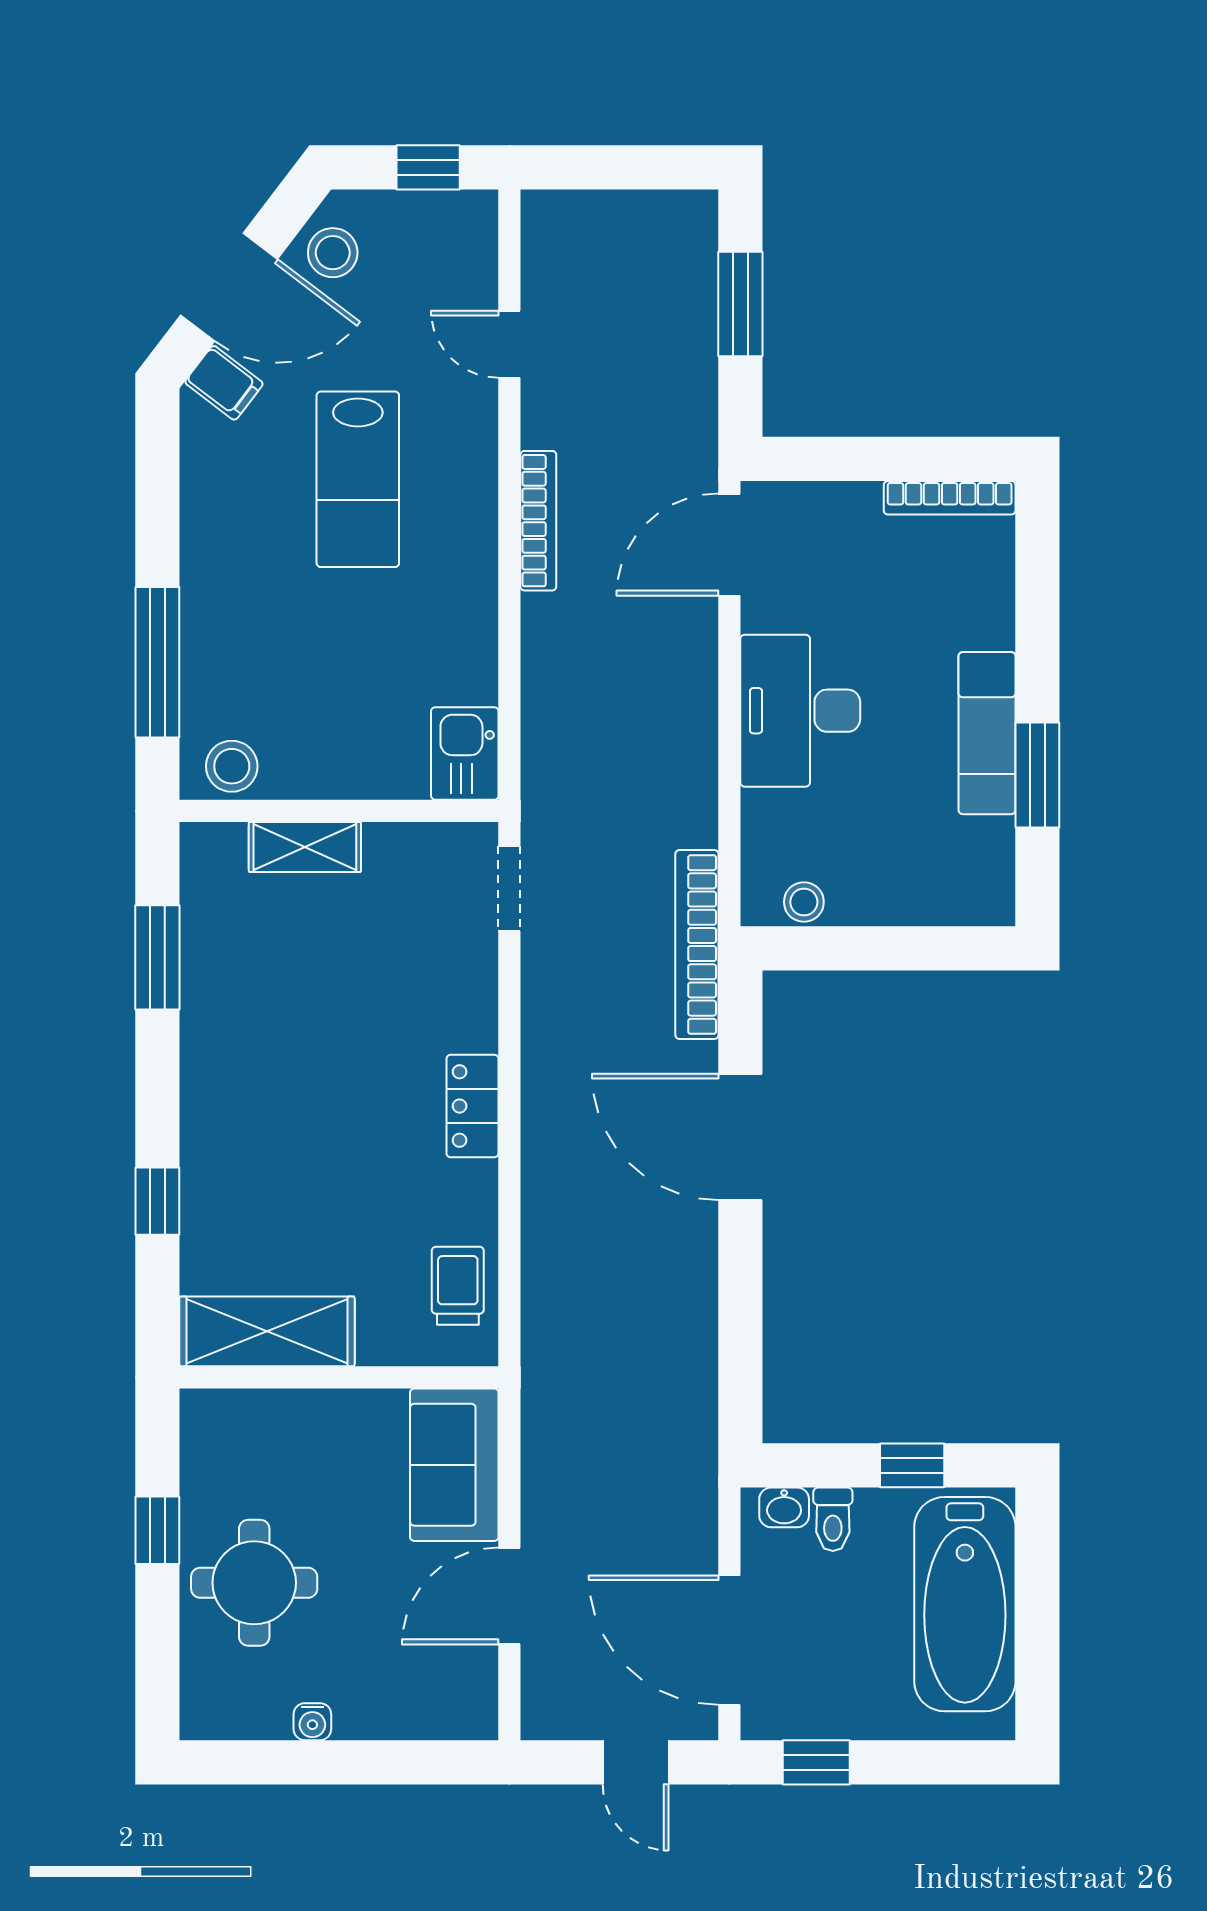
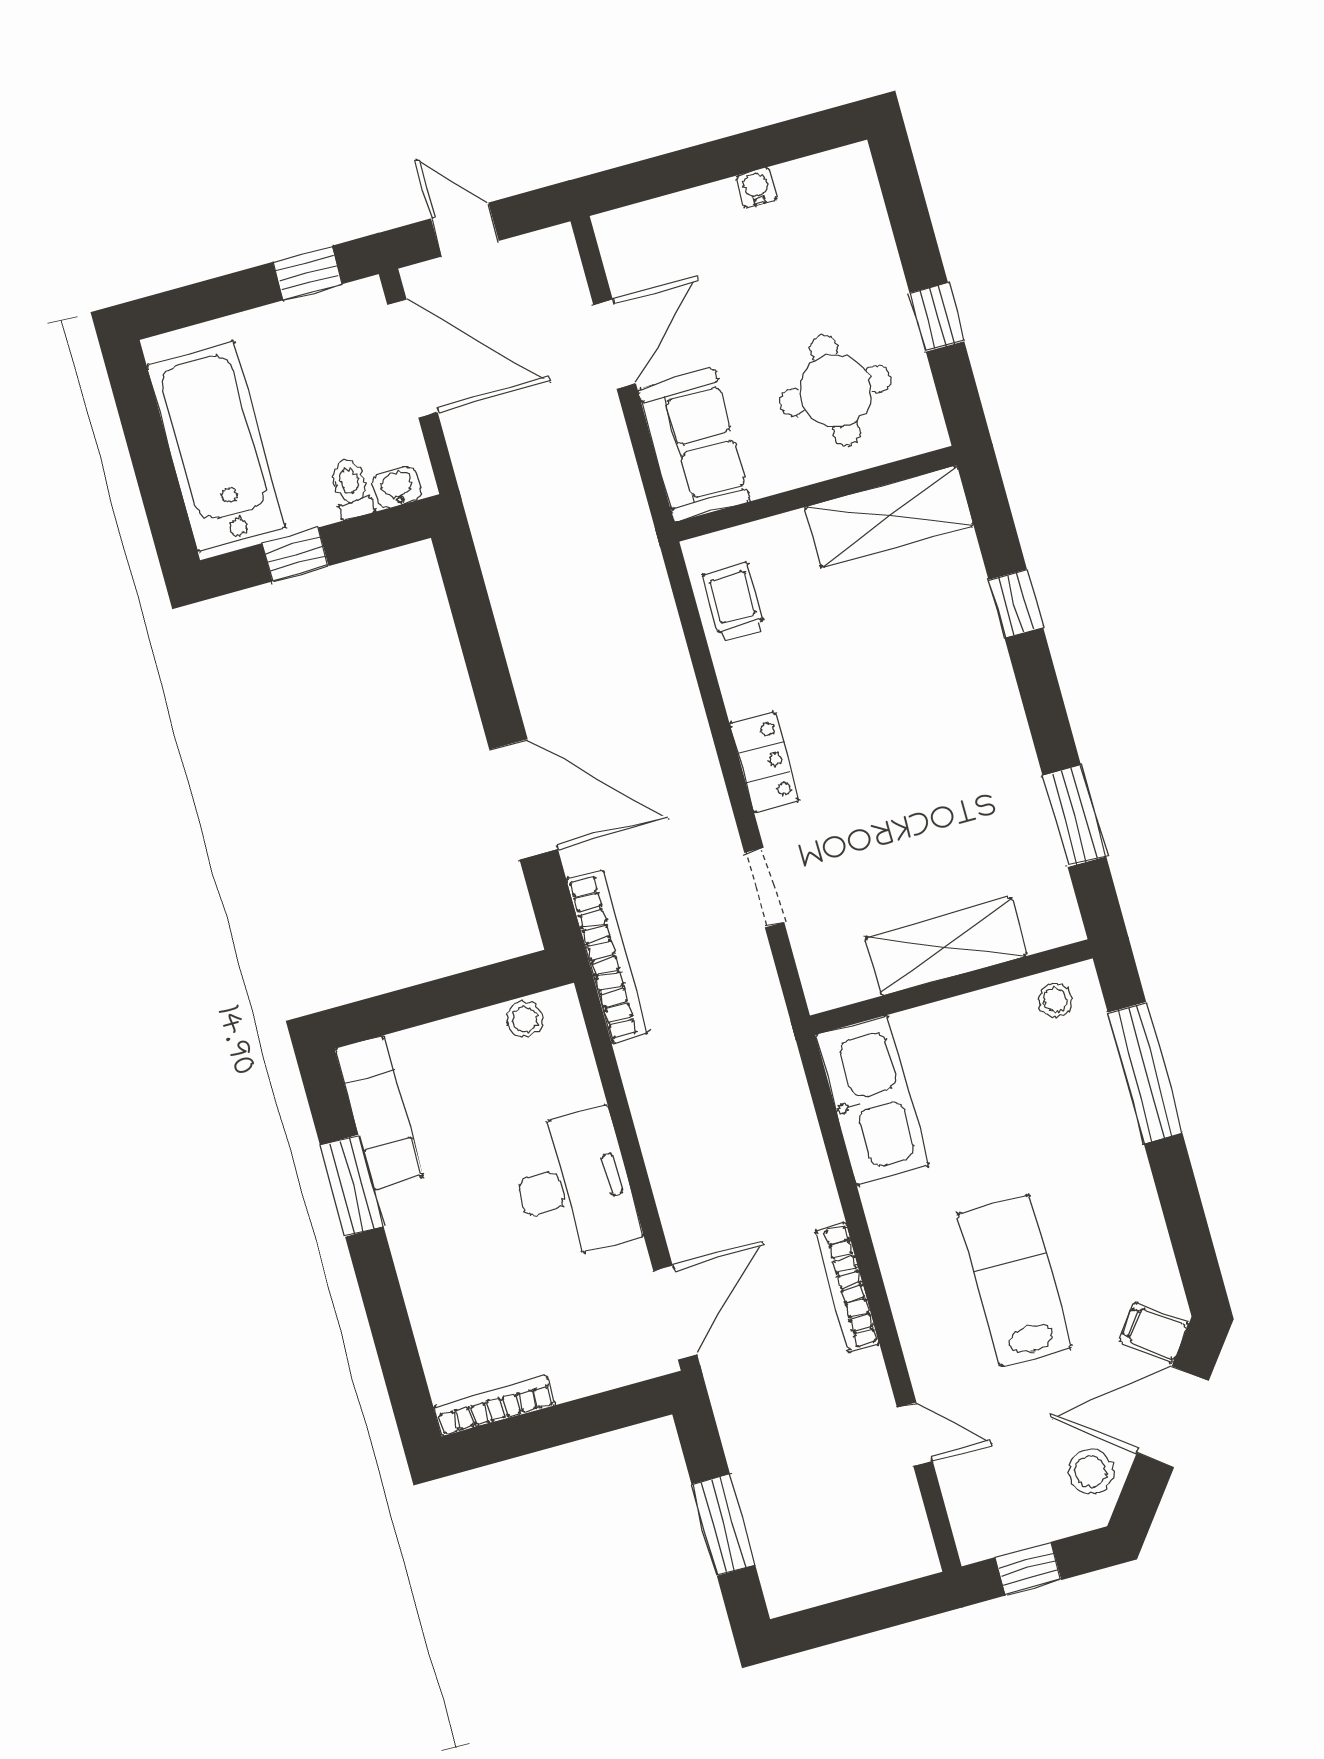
exam couch: (987, 733) -> (379, 1113), moved
kitchen sink: (465, 754) -> (872, 1101), width x1.87, depth x1.24
stool: (232, 766) -> (1055, 1000), width x0.73, depth x0.73
shelving: (305, 847) -> (946, 947), width x1.50, depth x1.33
doorway: (509, 889) -> (764, 887), moved
trolley: (458, 1286) -> (734, 602), turned 180
round table: (254, 1583) -> (835, 391), moved

